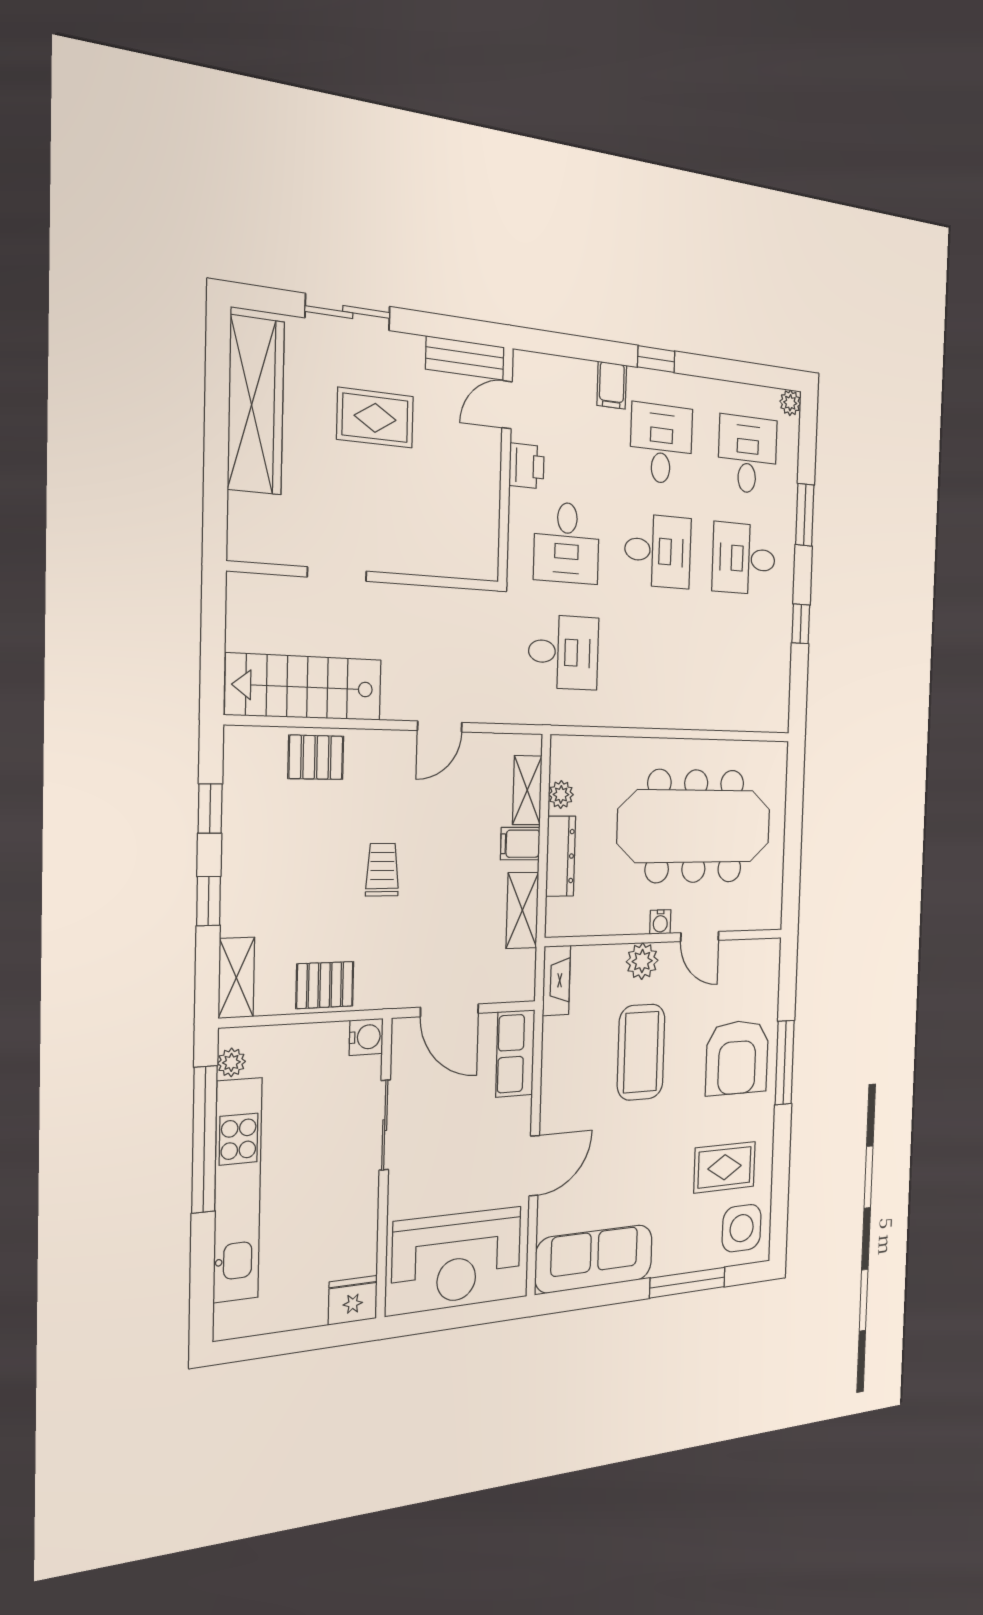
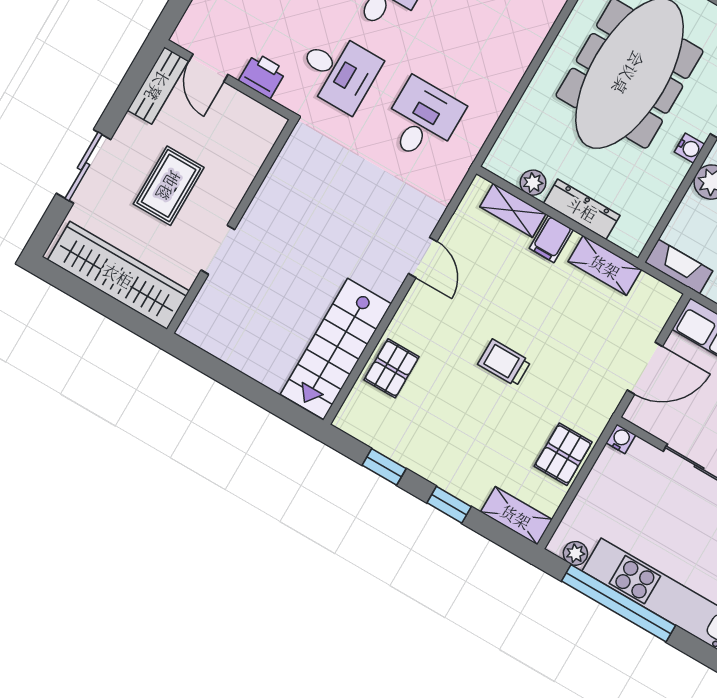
doorway: (337, 574) -> (218, 250), moved
wall: (368, 576) -> (232, 226), moved
water cooler: (366, 1037) -> (621, 439), width x0.72, depth x0.72

